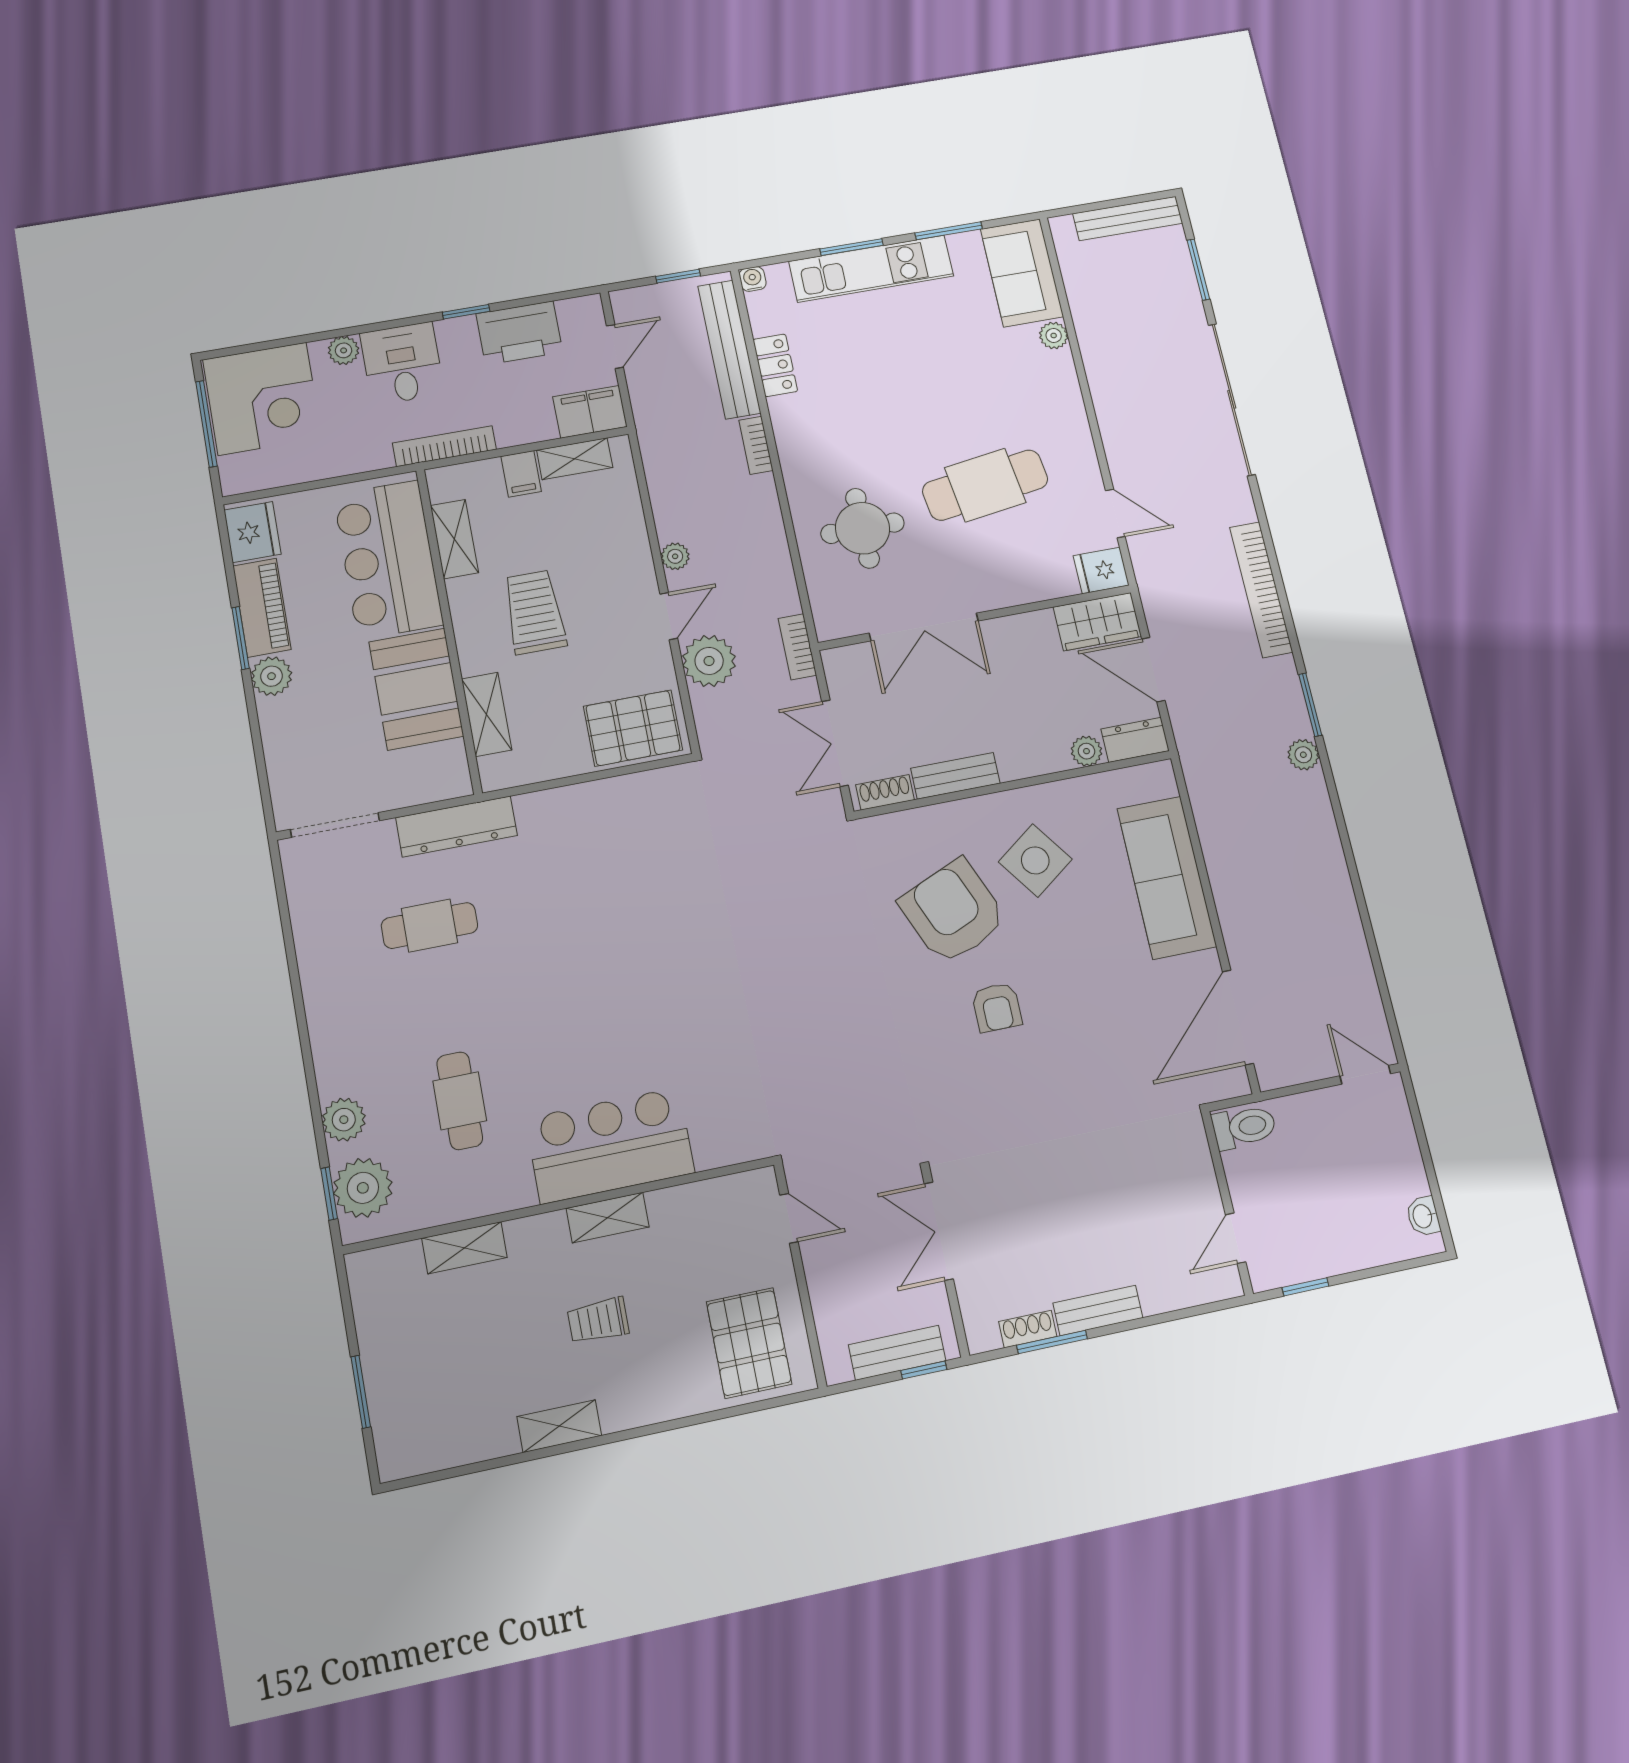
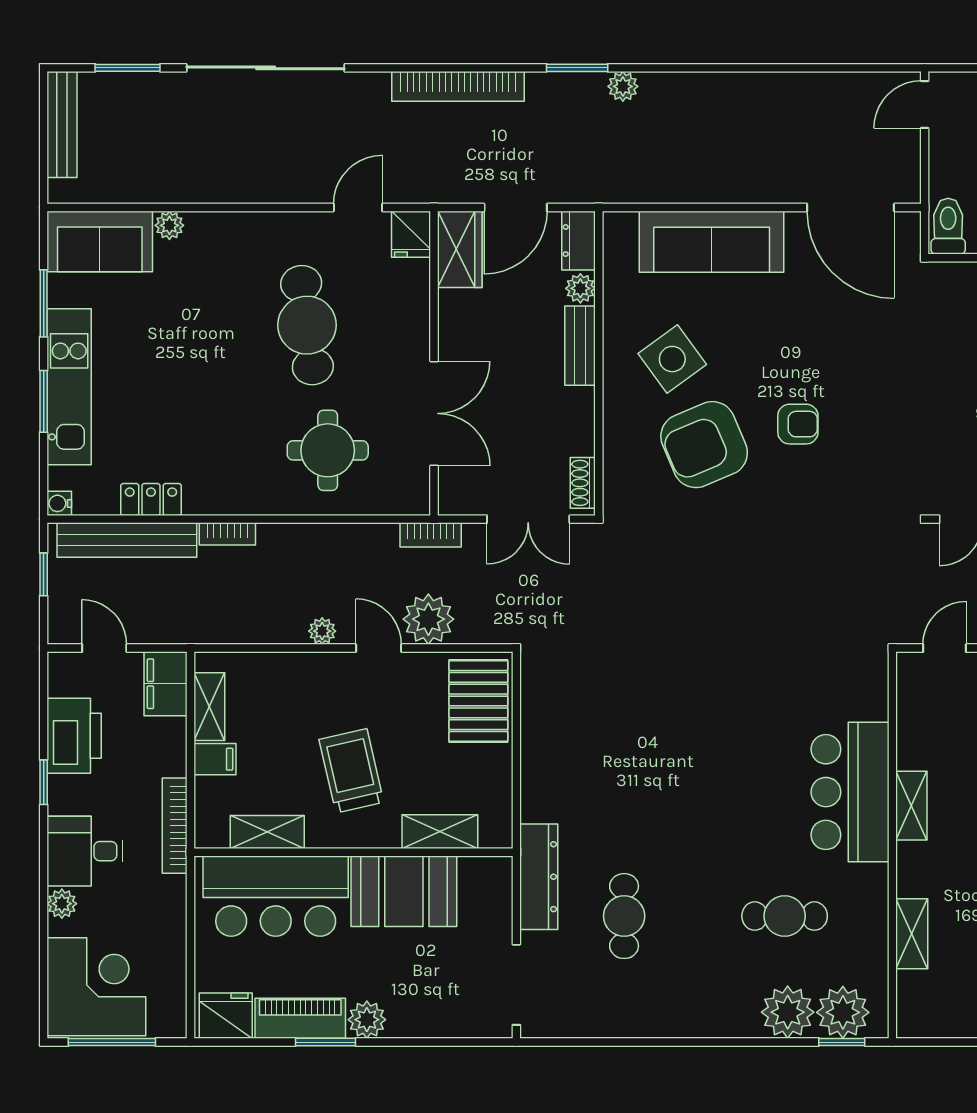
trolley: (534, 612) -> (351, 771), turned 77
bench: (955, 776) -> (580, 346), moved
plant: (344, 1120) -> (788, 1012), width x1.36, depth x1.36

